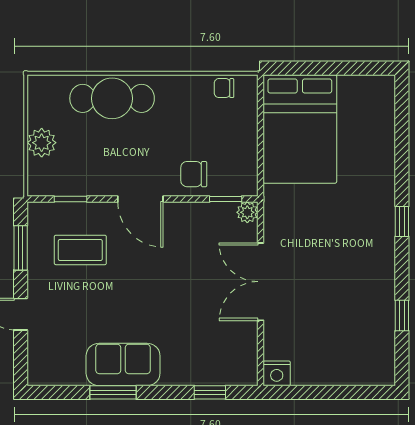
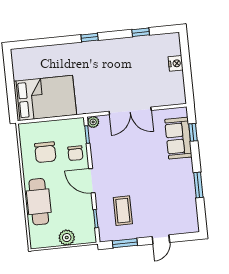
chair: (224, 88) -> (45, 152), moved, width x1.87, depth x1.87
door: (140, 199) -> (92, 181), swing flipped
sofa: (123, 365) -> (178, 138), moved
nightstand: (277, 373) -> (176, 63), moved

